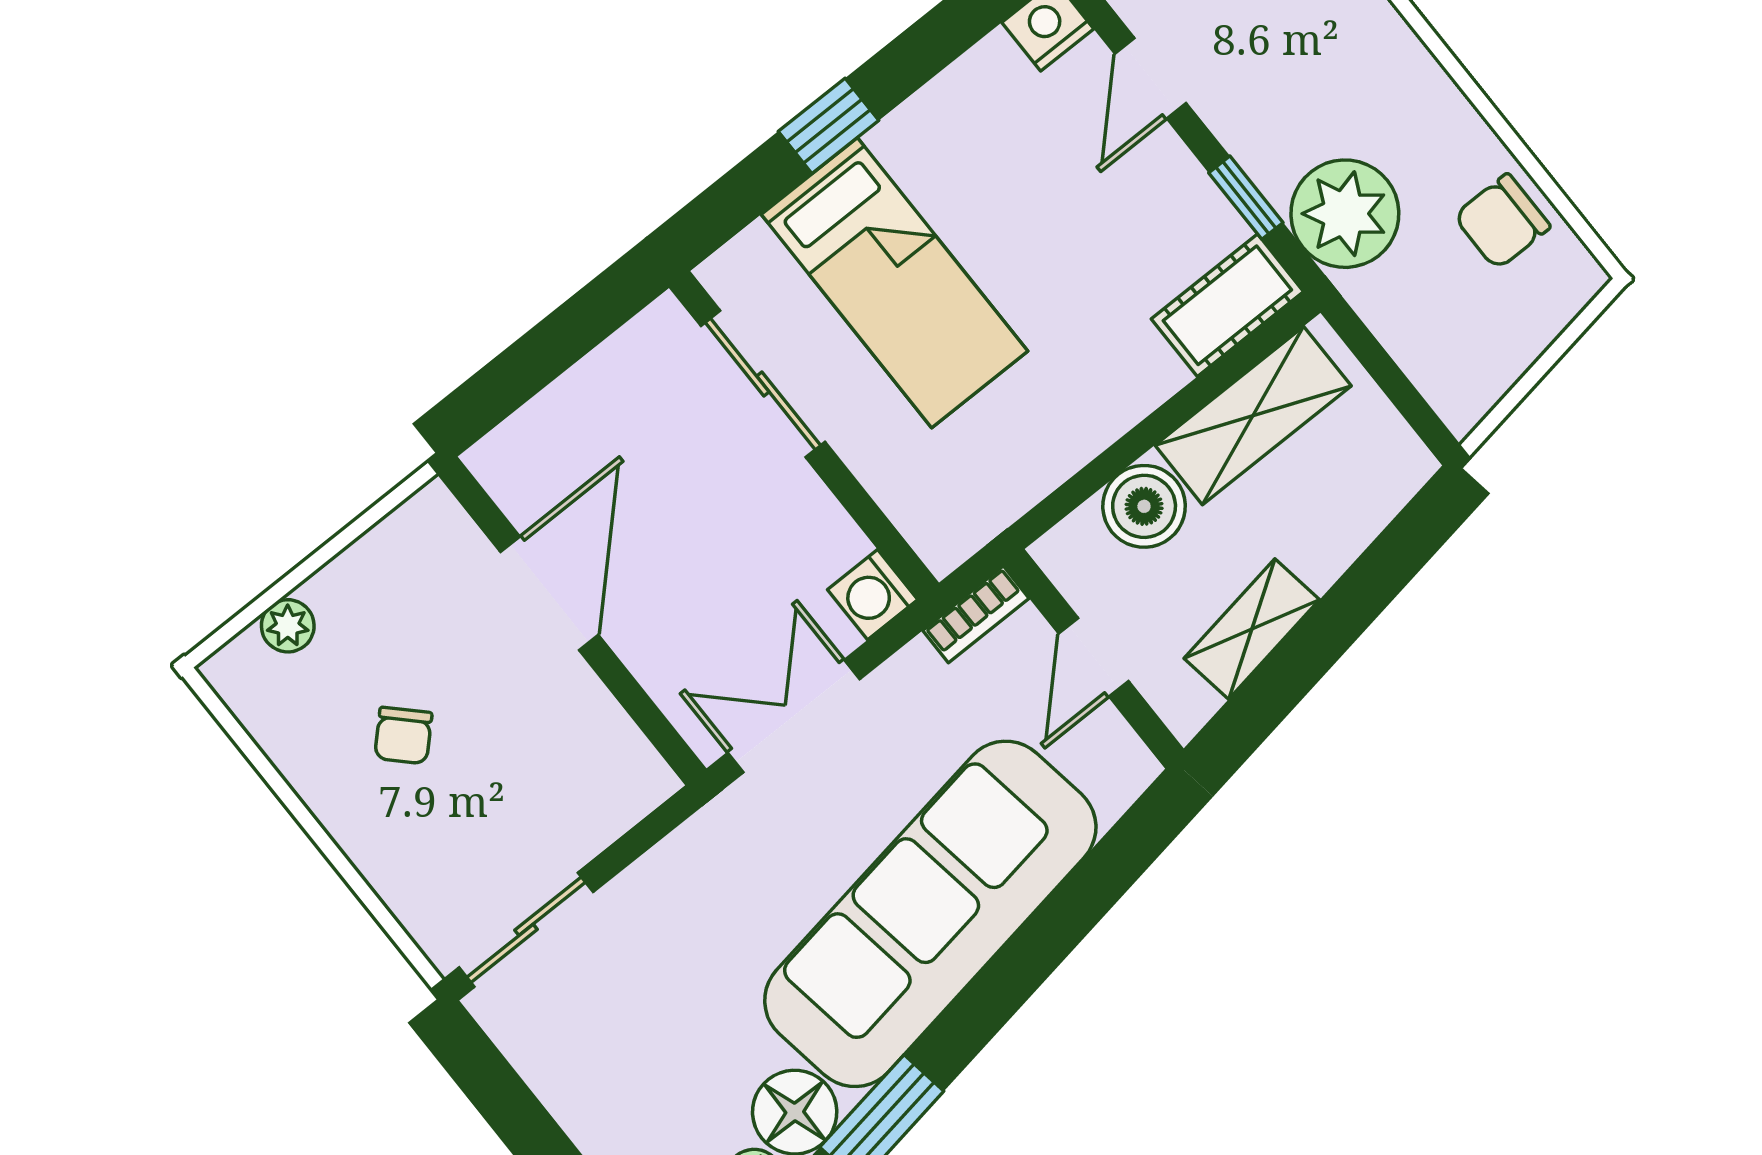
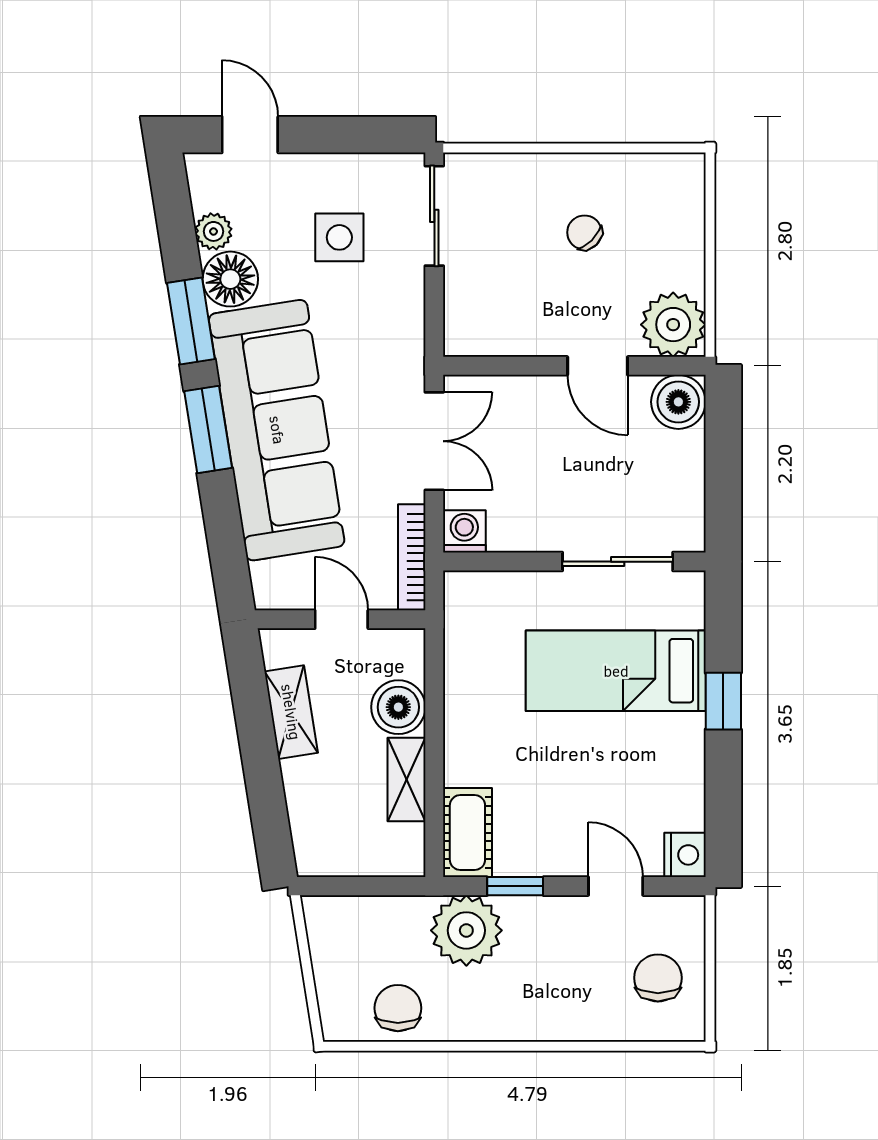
shelving: (1253, 416) -> (407, 780), width x0.67, depth x0.75
boiler: (516, 463) -> (678, 402), added
door: (549, 593) -> (598, 366), width x0.73
bookcase: (976, 614) -> (412, 557), width x1.56
plant: (288, 626) -> (673, 325), moved, width x1.87, depth x1.87
window: (995, 996) -> (208, 429), added
side table: (642, 1022) -> (339, 237), added

